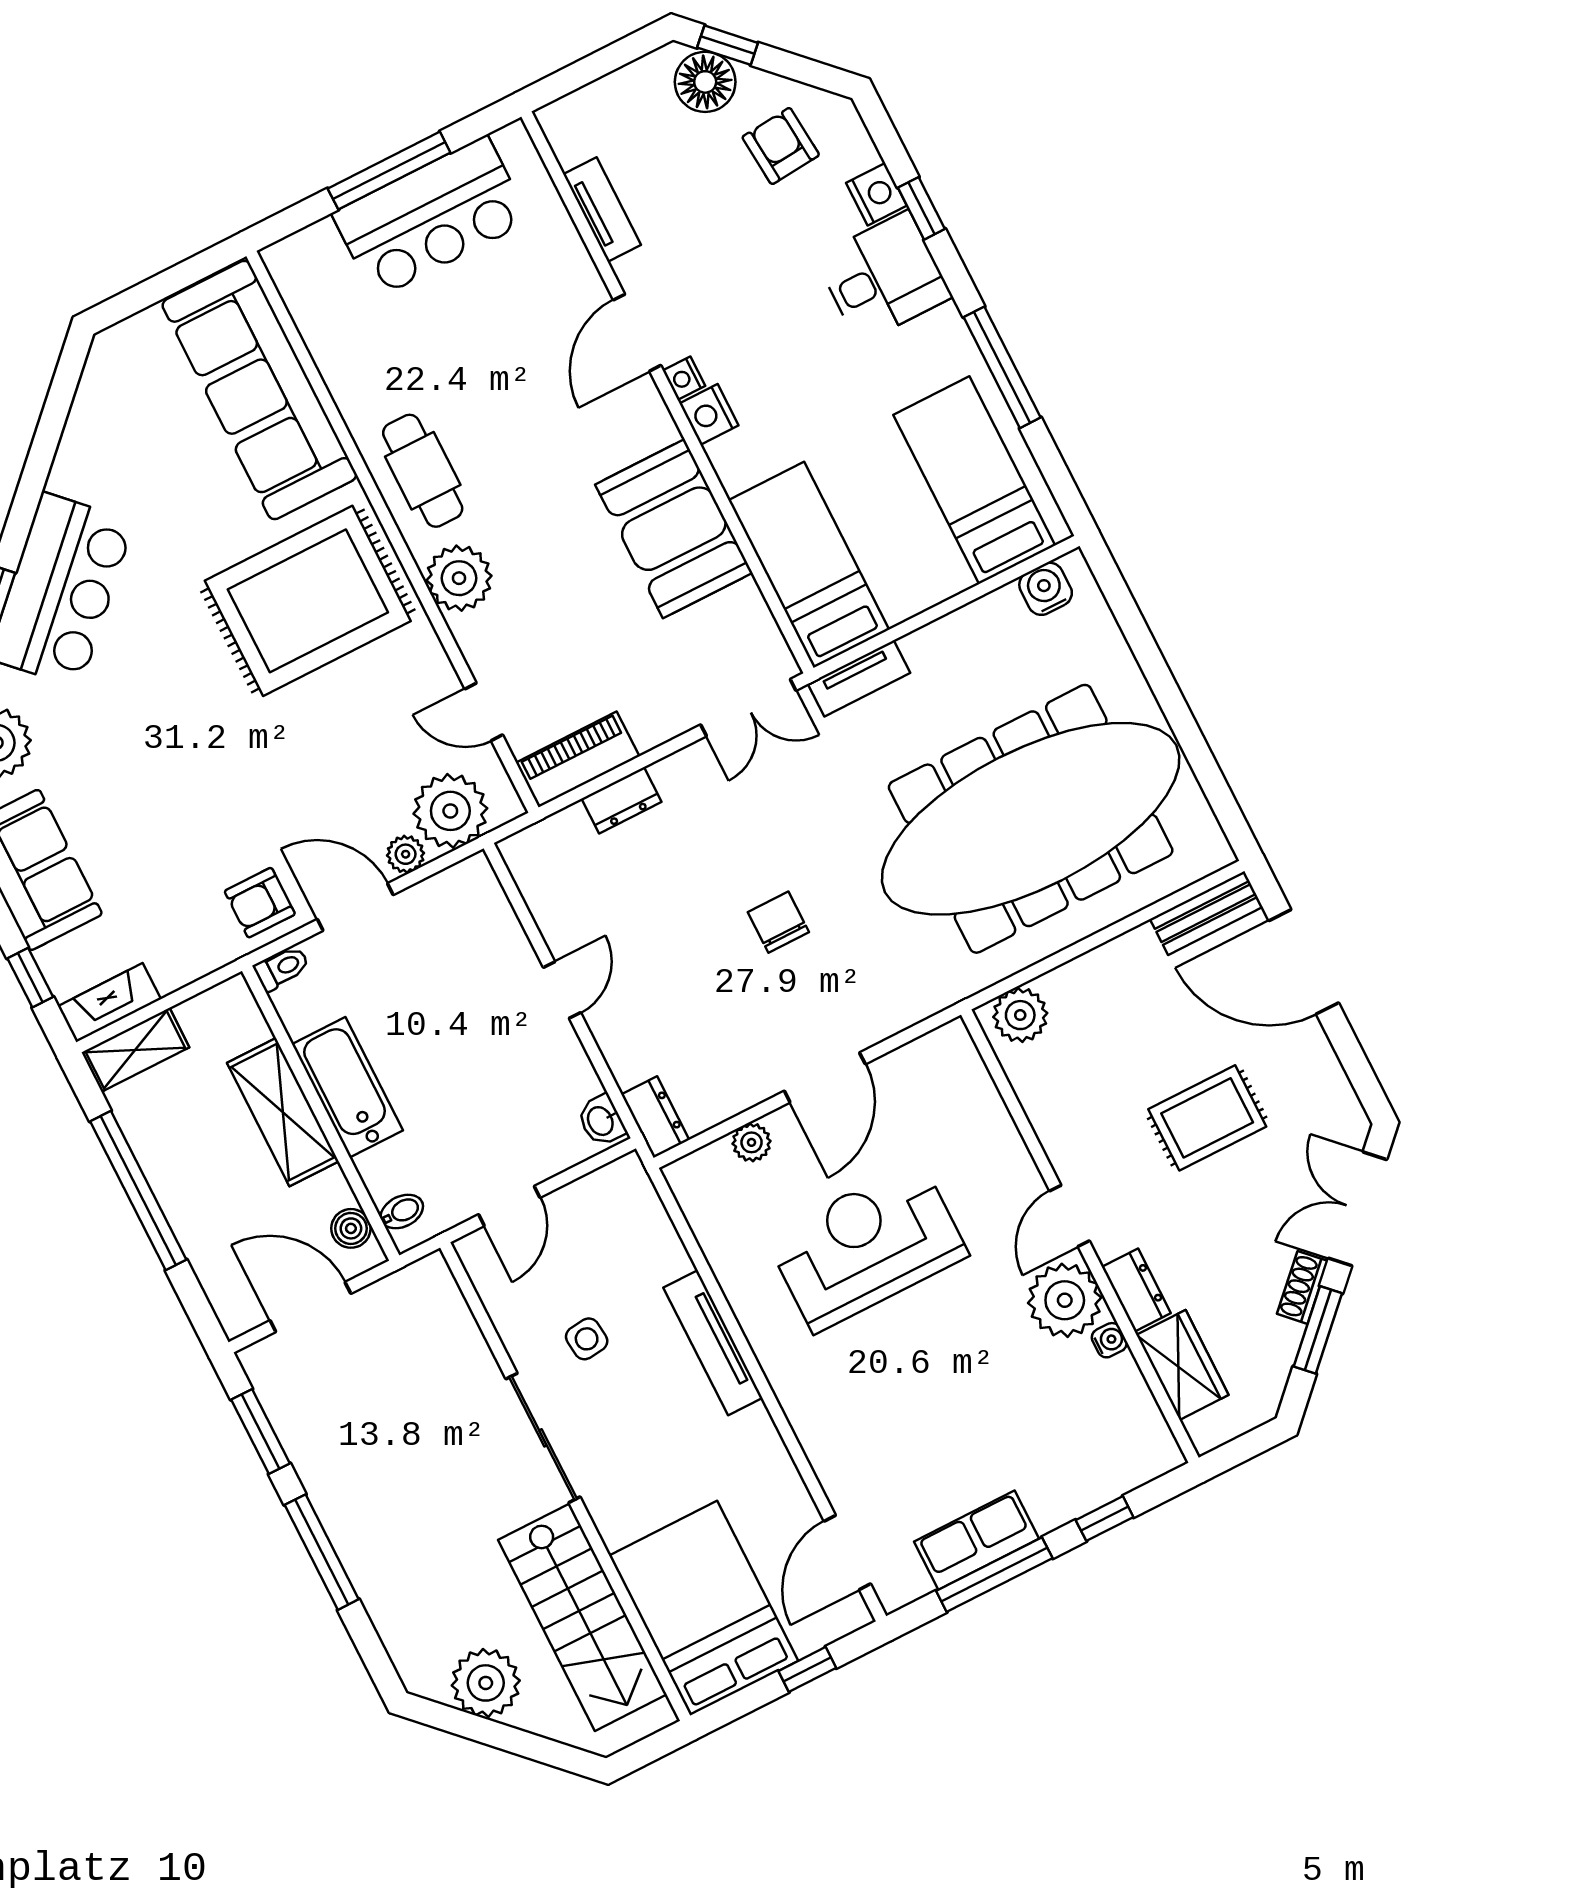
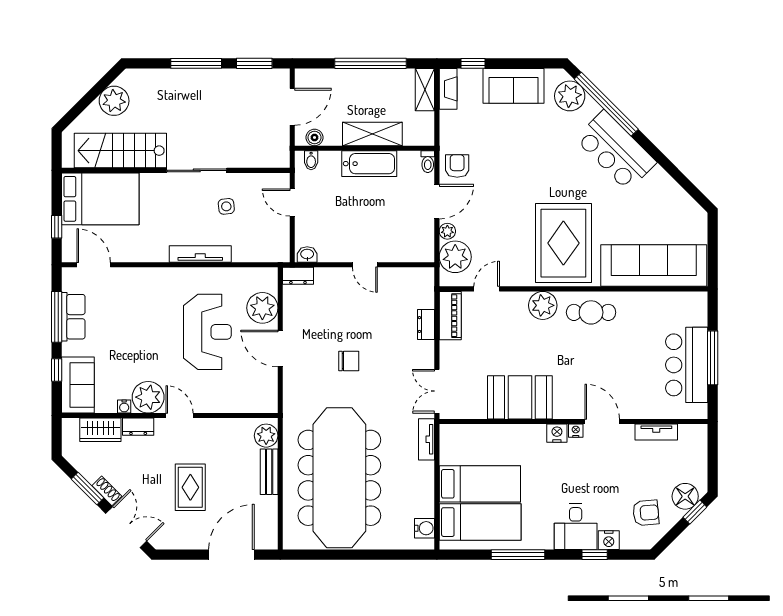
bed: (809, 565) -> (480, 484), moved
bench: (1206, 913) -> (269, 472), moved
plant: (752, 1142) -> (262, 308), width x1.88, depth x1.88
sofa: (1113, 1459) -> (78, 385), added

